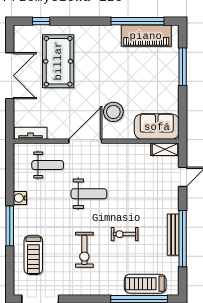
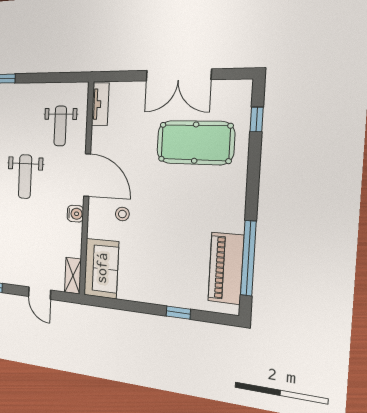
window: (183, 67) -> (178, 313), width x0.46
stool: (113, 112) -> (122, 214), width x0.53, depth x0.53
water cooler: (20, 198) -> (75, 214), moved, turned 90

